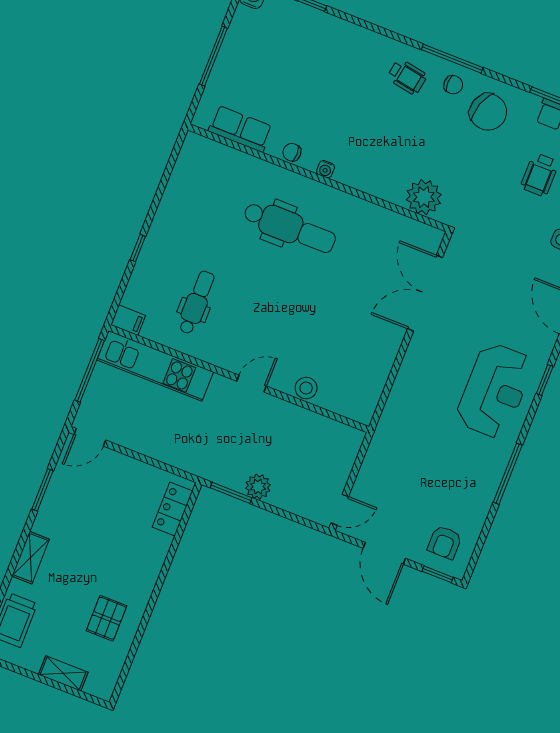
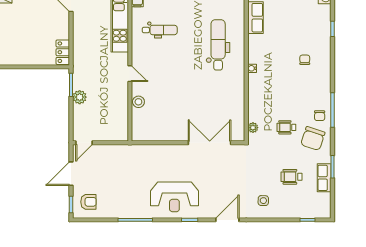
wheelchair: (407, 77) -> (286, 127), moved, turned 80
chair: (292, 152) -> (305, 60), moved
plant: (424, 197) -> (253, 128), width x0.53, depth x0.53
dental chair: (290, 227) -> (218, 45), moved, turned 180
locker: (172, 509) -> (63, 52), moved, turned -90
door: (340, 510) -> (84, 143), hinge flipped
armchair: (445, 542) -> (88, 202), turned 180

